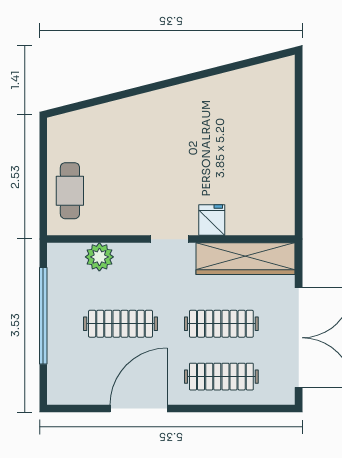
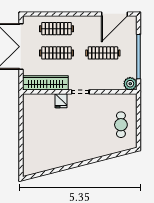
cafe table: (70, 191) -> (121, 125), moved
plant: (99, 257) -> (130, 84), moved
door: (139, 408) -> (114, 14), moved

